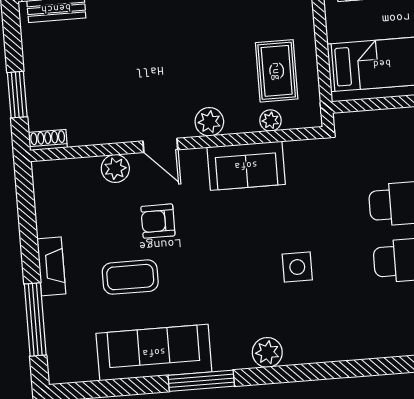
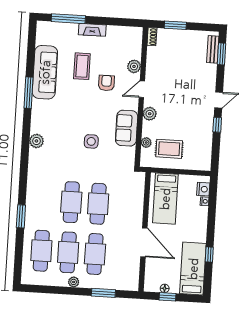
side table: (297, 267) -> (91, 141), moved
plant: (267, 352) -> (36, 141), moved

